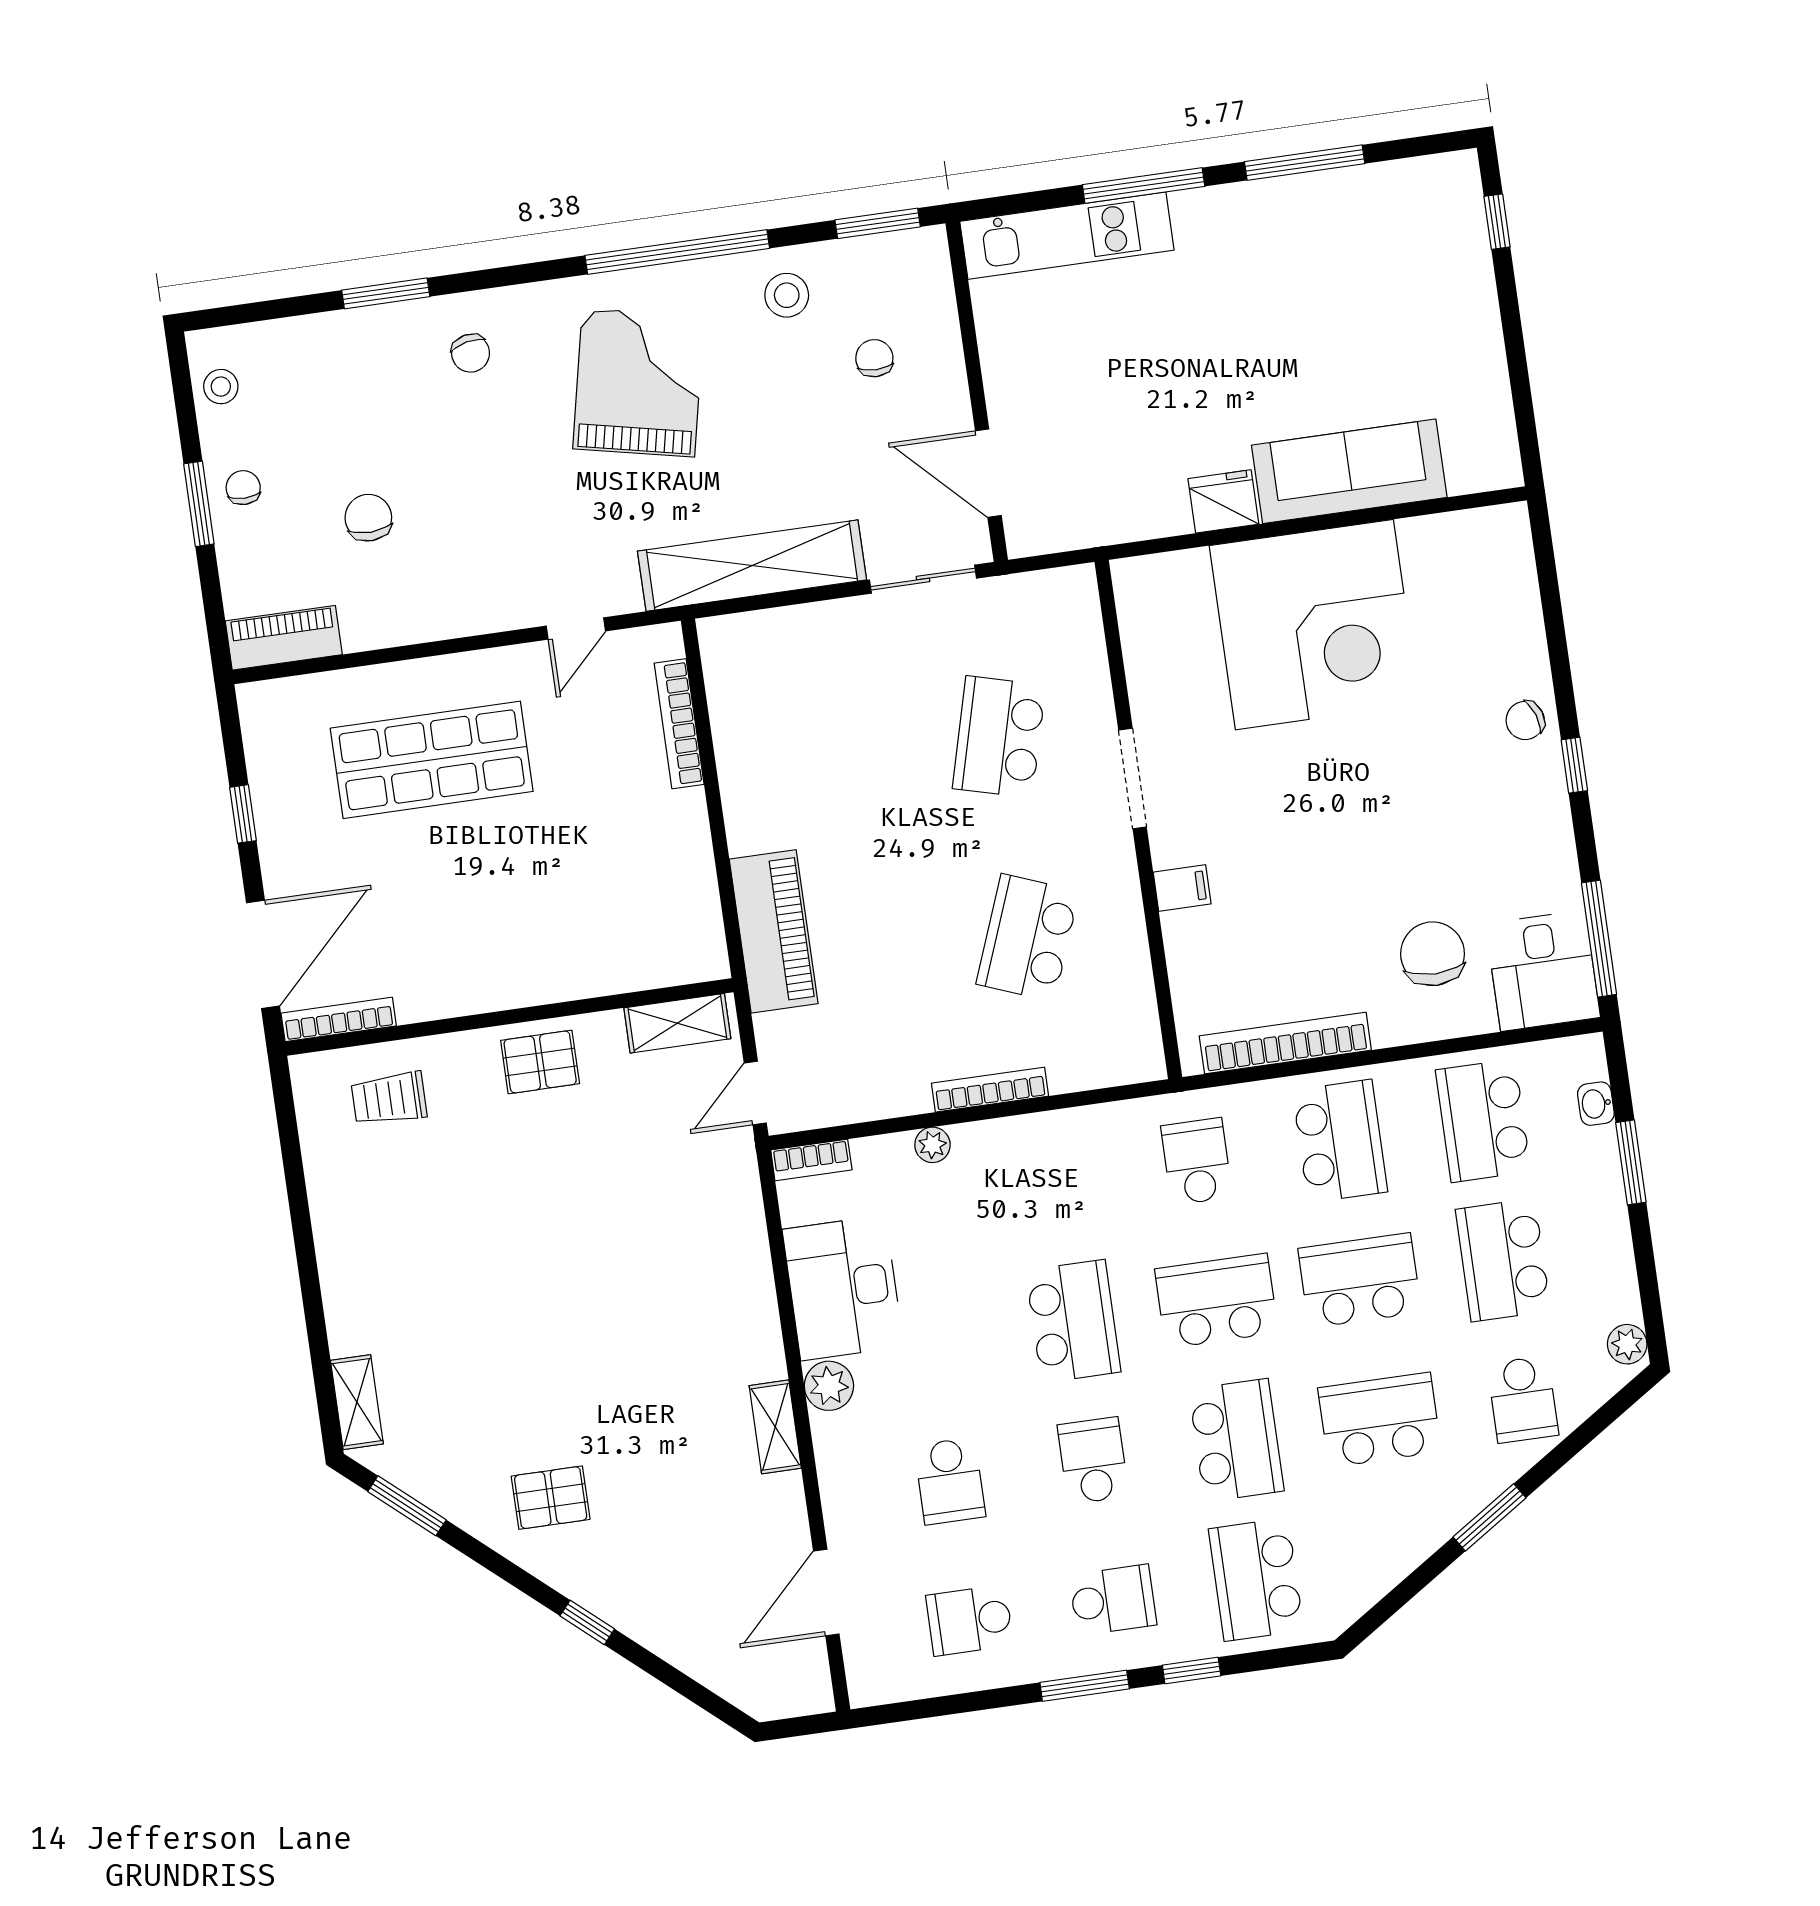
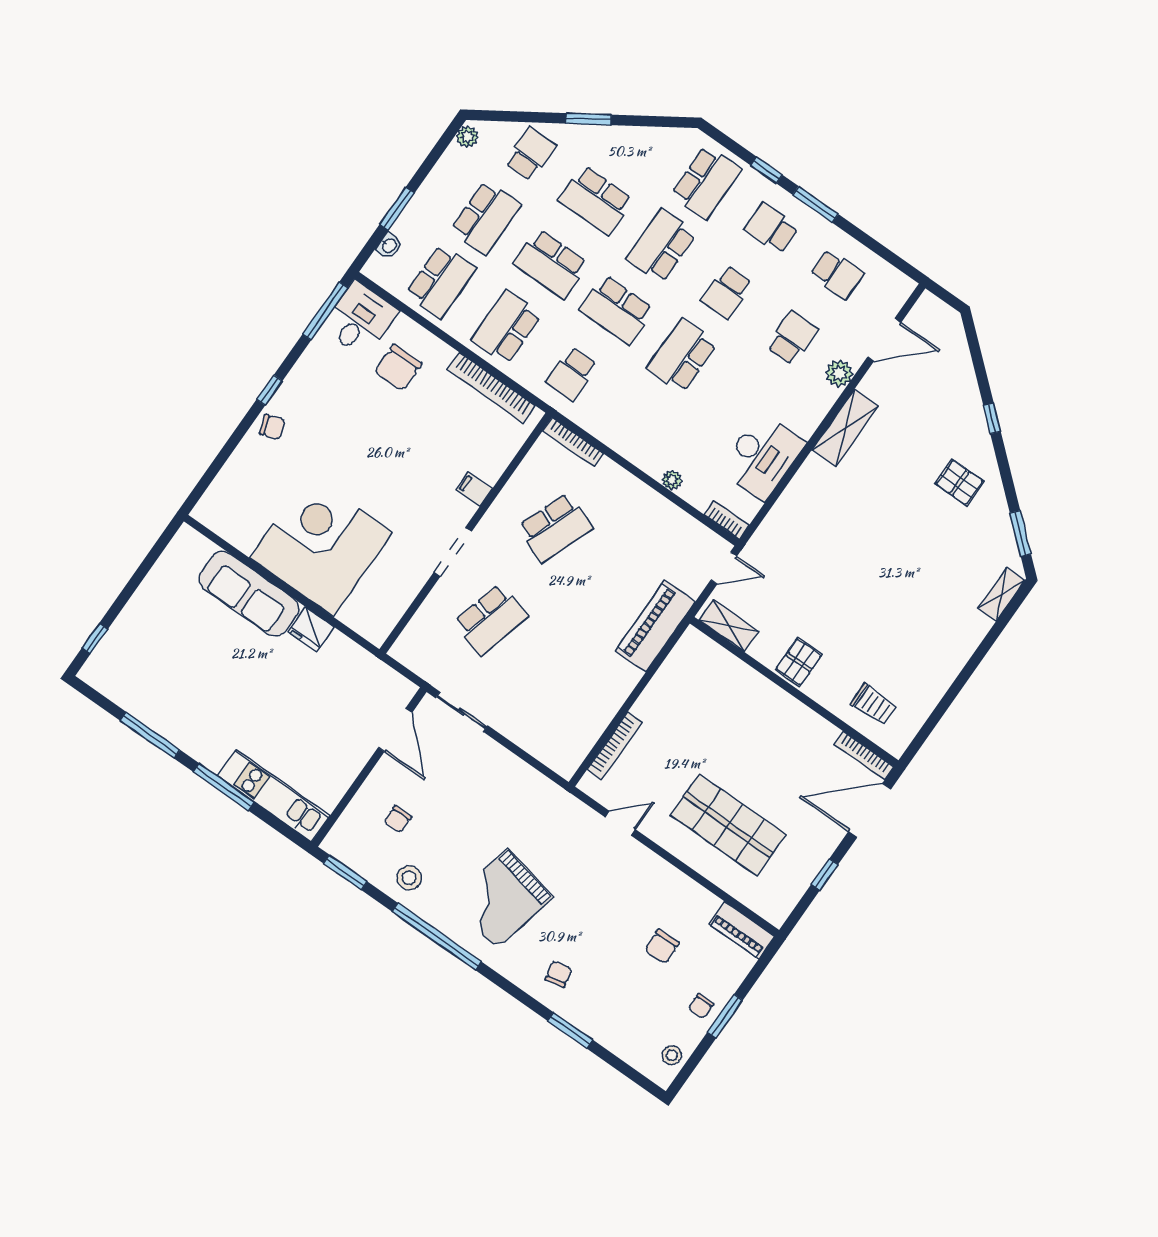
shelving: (752, 566) -> (525, 782), removed
pallet: (540, 1062) -> (799, 662), turned 90
bookcase: (990, 1090) -> (573, 442), moved
plant: (829, 1386) -> (839, 373), moved
shelving: (775, 1427) -> (845, 428), width x1.50, depth x1.33

